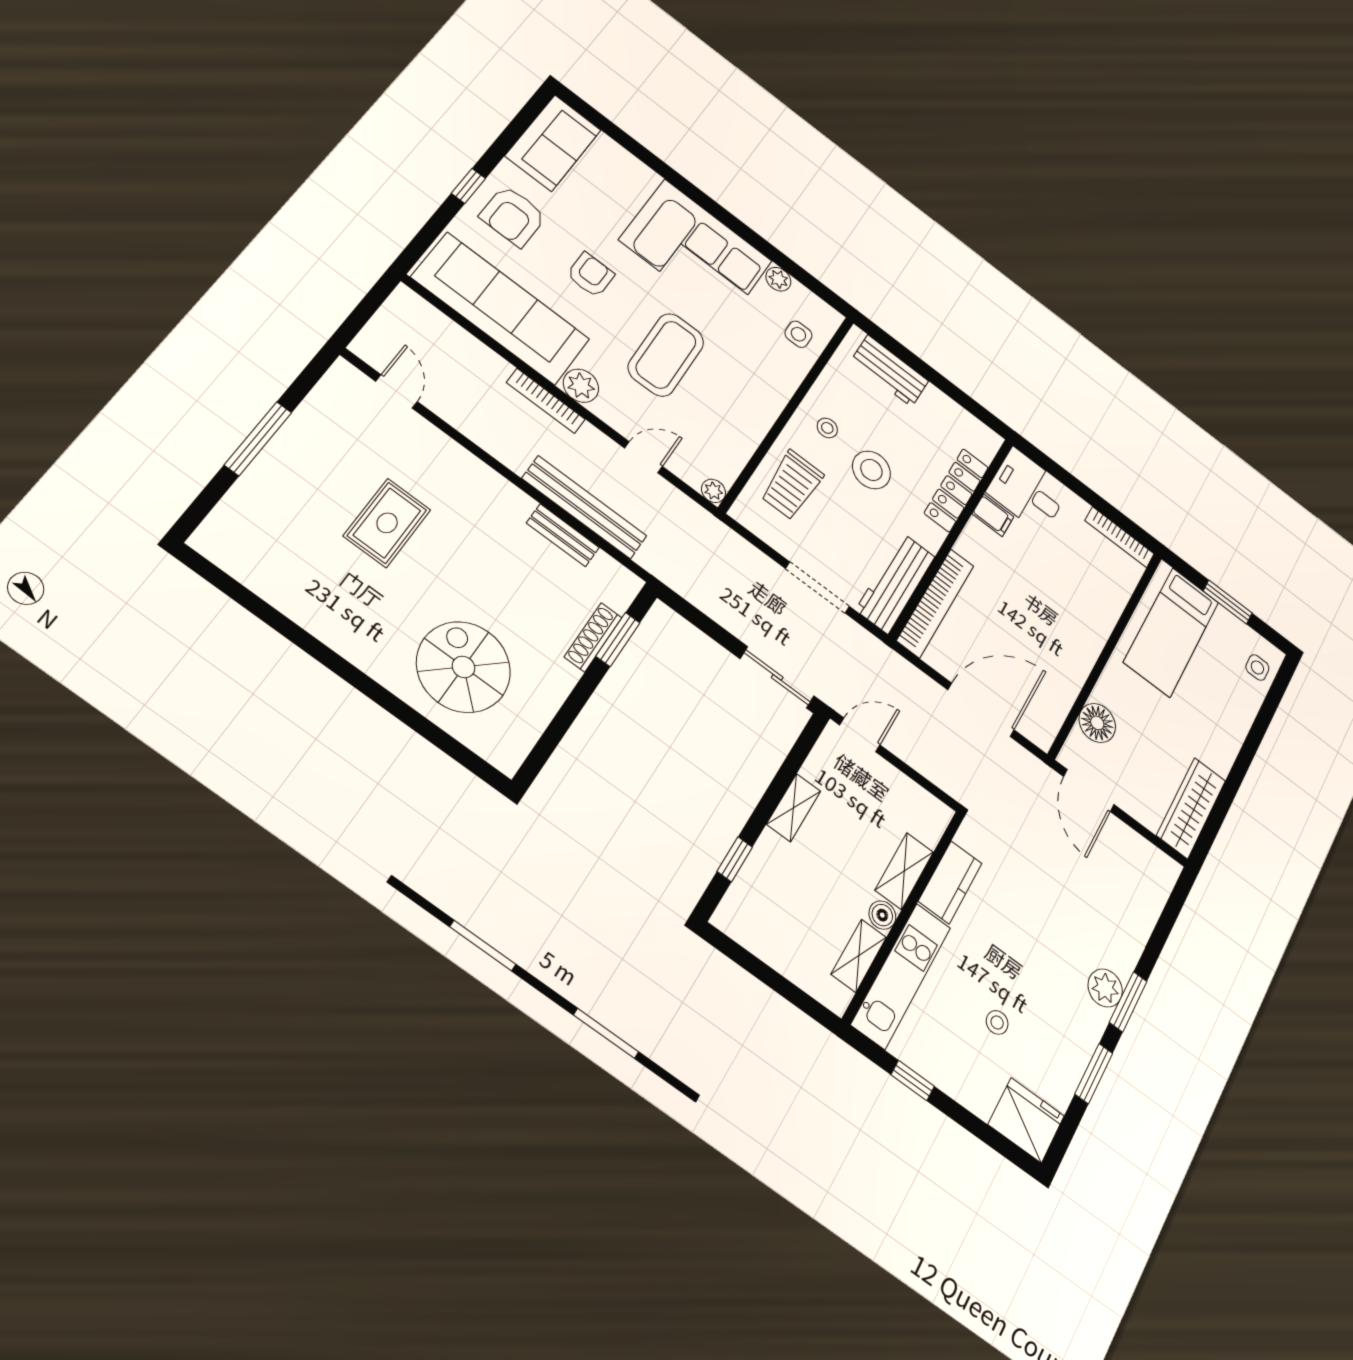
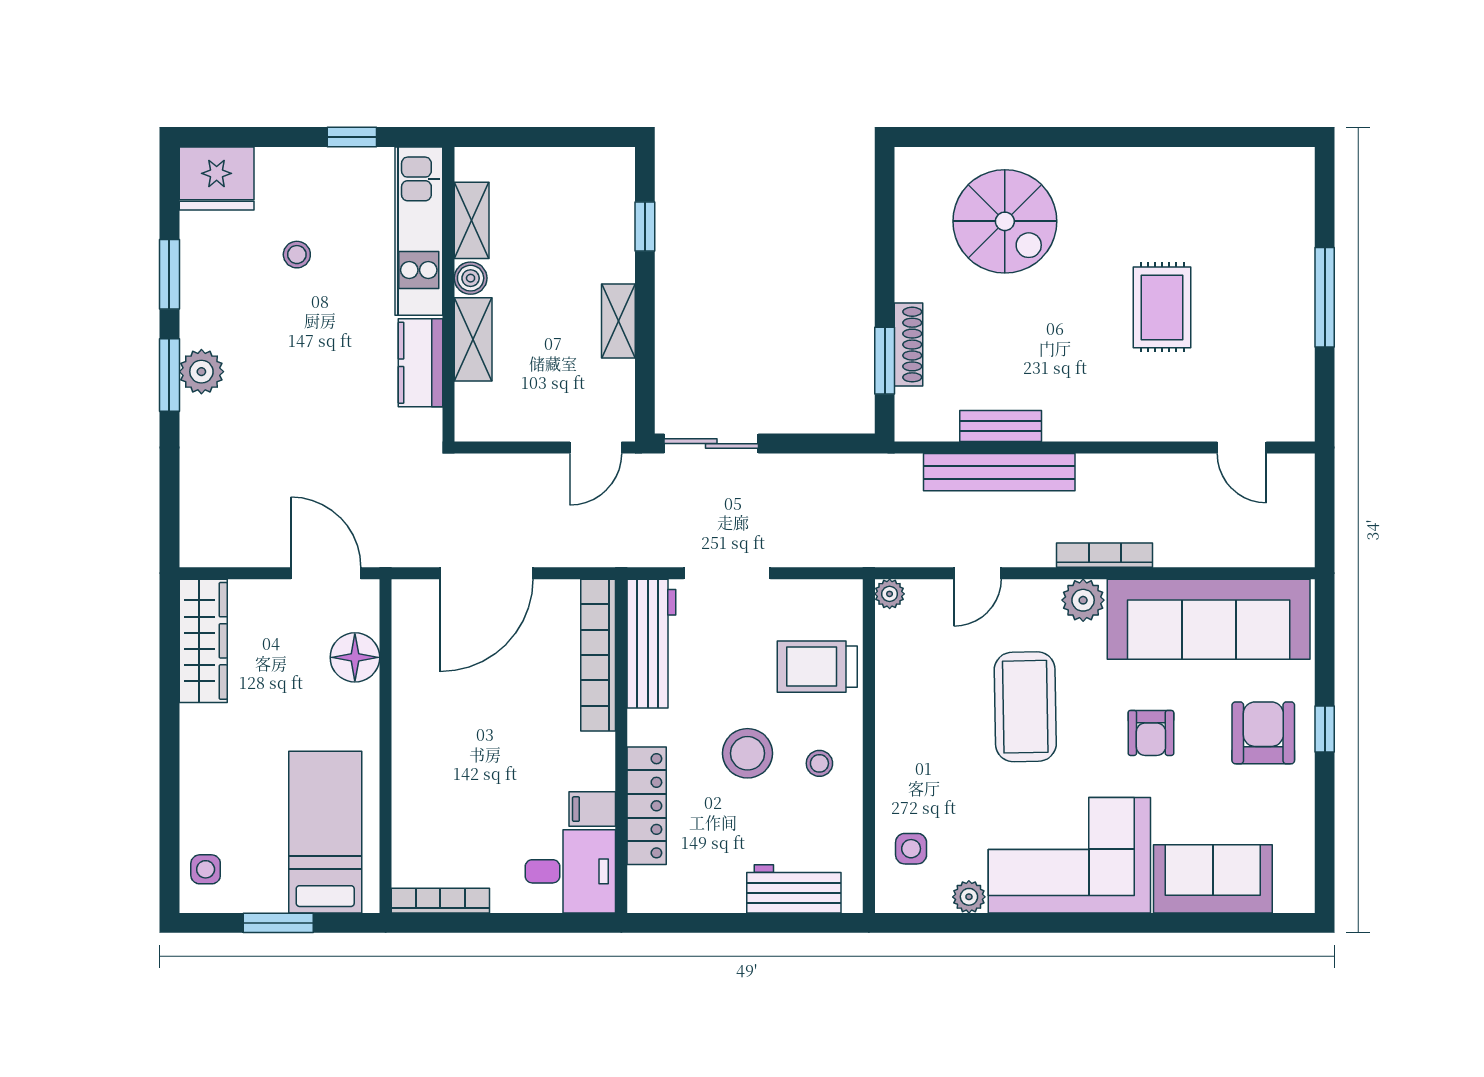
sofa: (553, 143) -> (1213, 879), moved, turned 90
trolley: (792, 485) -> (817, 667), turned -90

